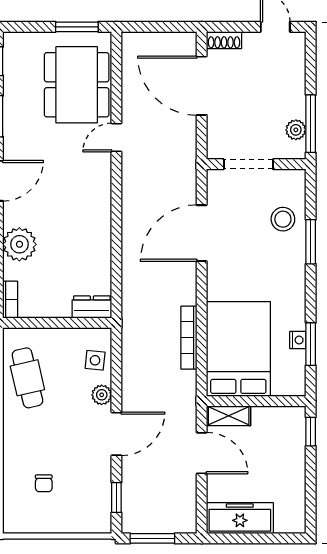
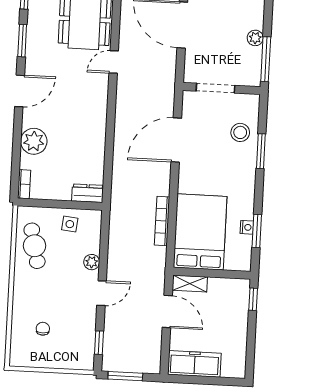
plant: (296, 130) -> (255, 38), moved
side table: (95, 360) -> (70, 224), moved
door: (116, 434) -> (102, 293), width x0.73
chair: (44, 483) -> (43, 329), turned 180

